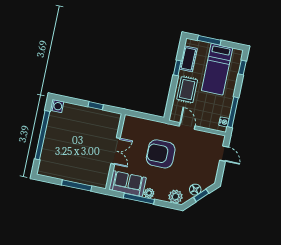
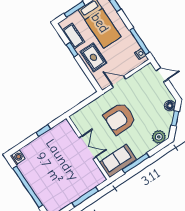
floor lamp: (195, 190) -> (170, 106), moved
plant: (149, 193) -> (139, 153), removed

